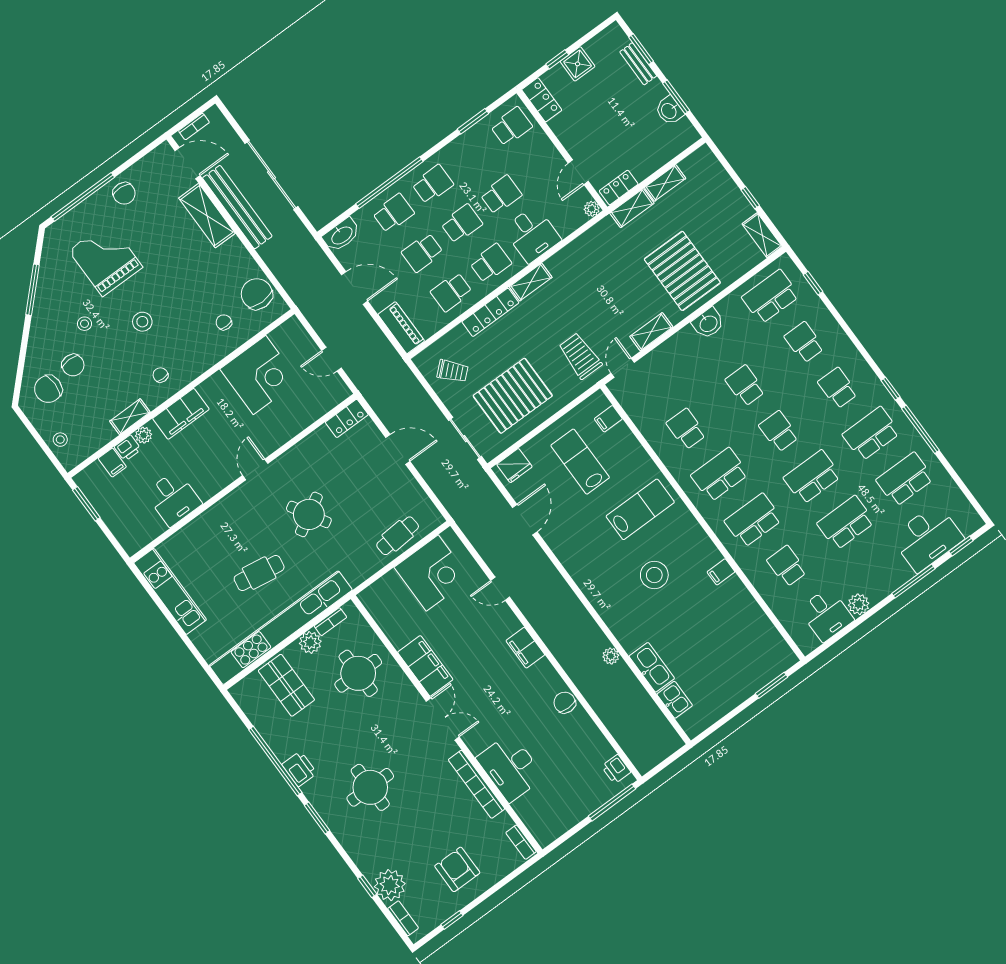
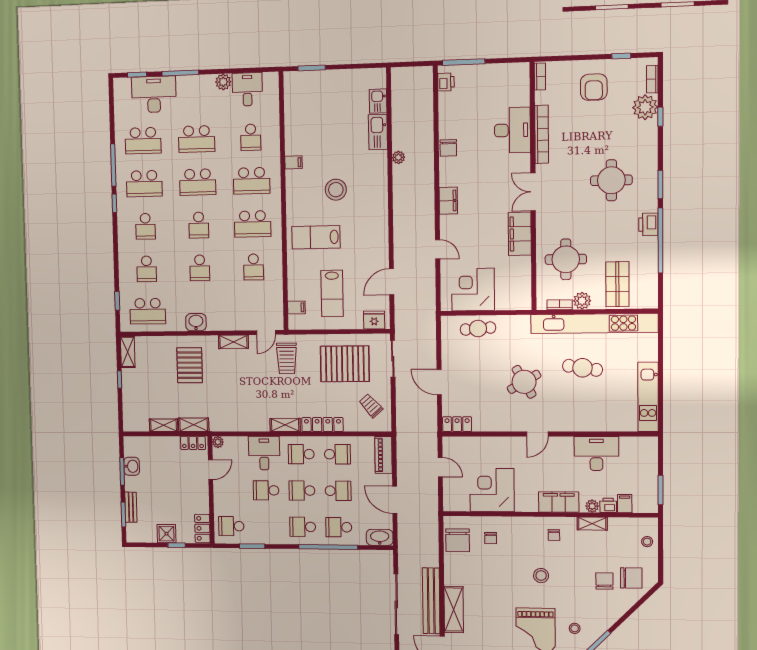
pallet: (682, 271) -> (190, 365), width x0.73, depth x0.71
stool: (84, 324) -> (575, 628), moved
desk: (173, 498) -> (596, 453), width x1.37

